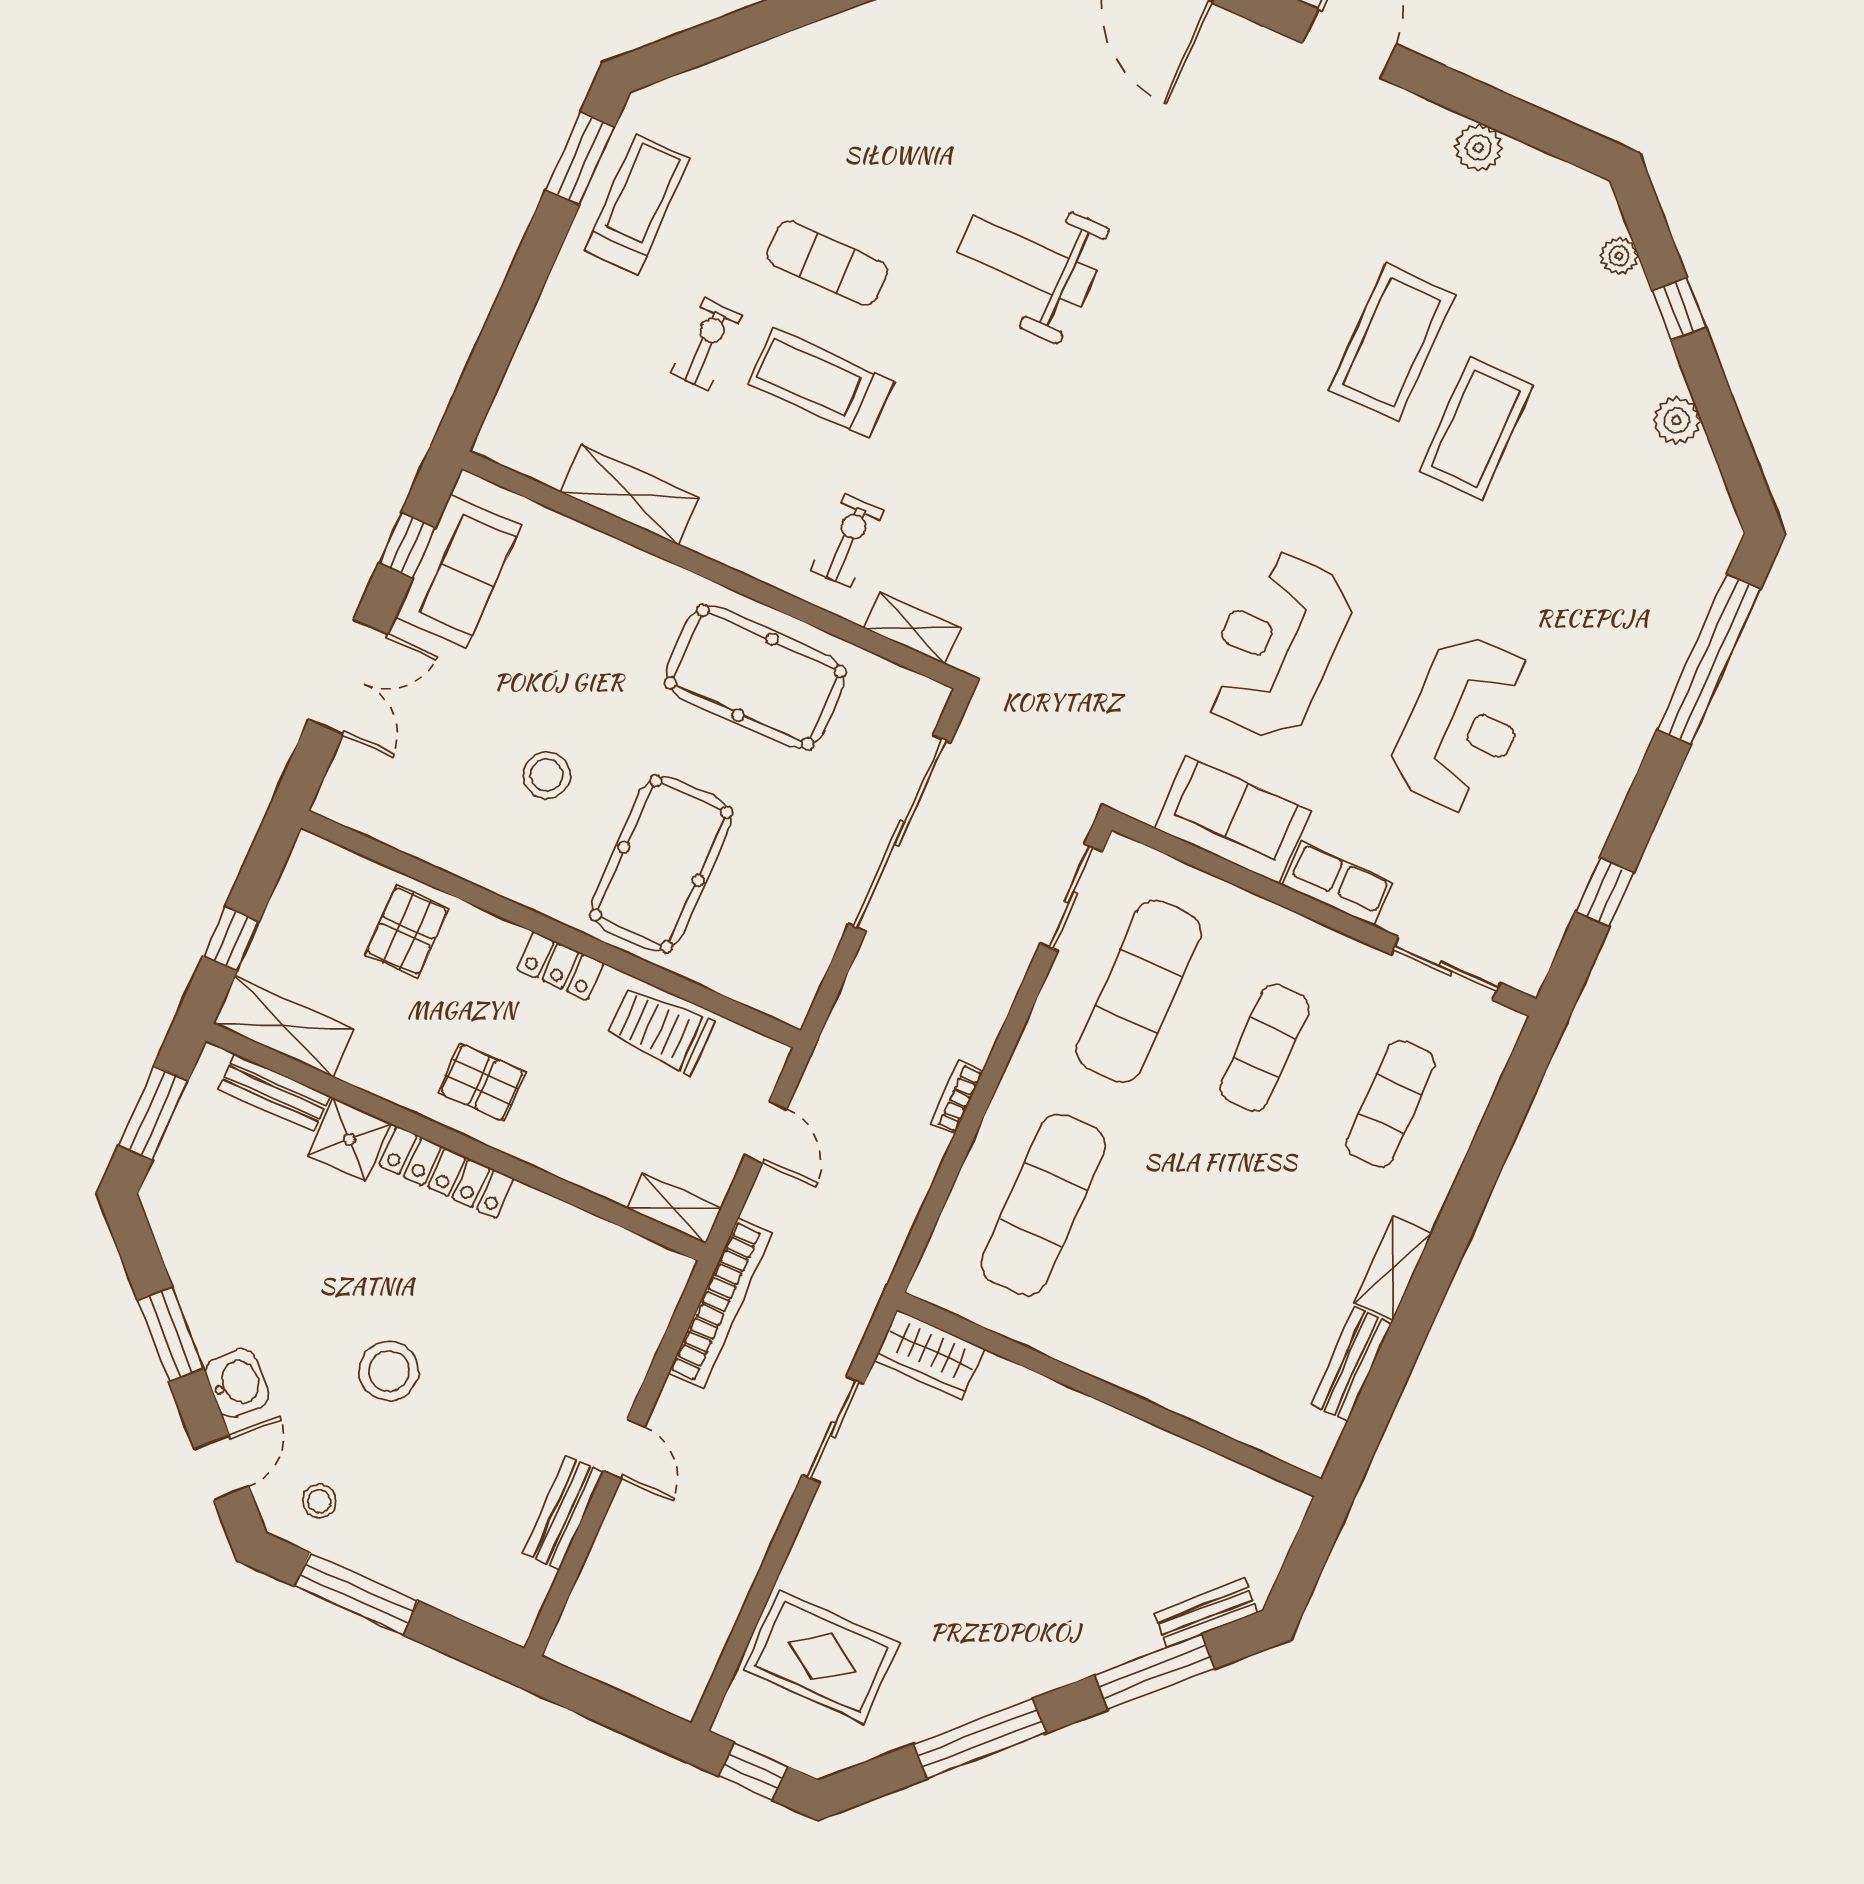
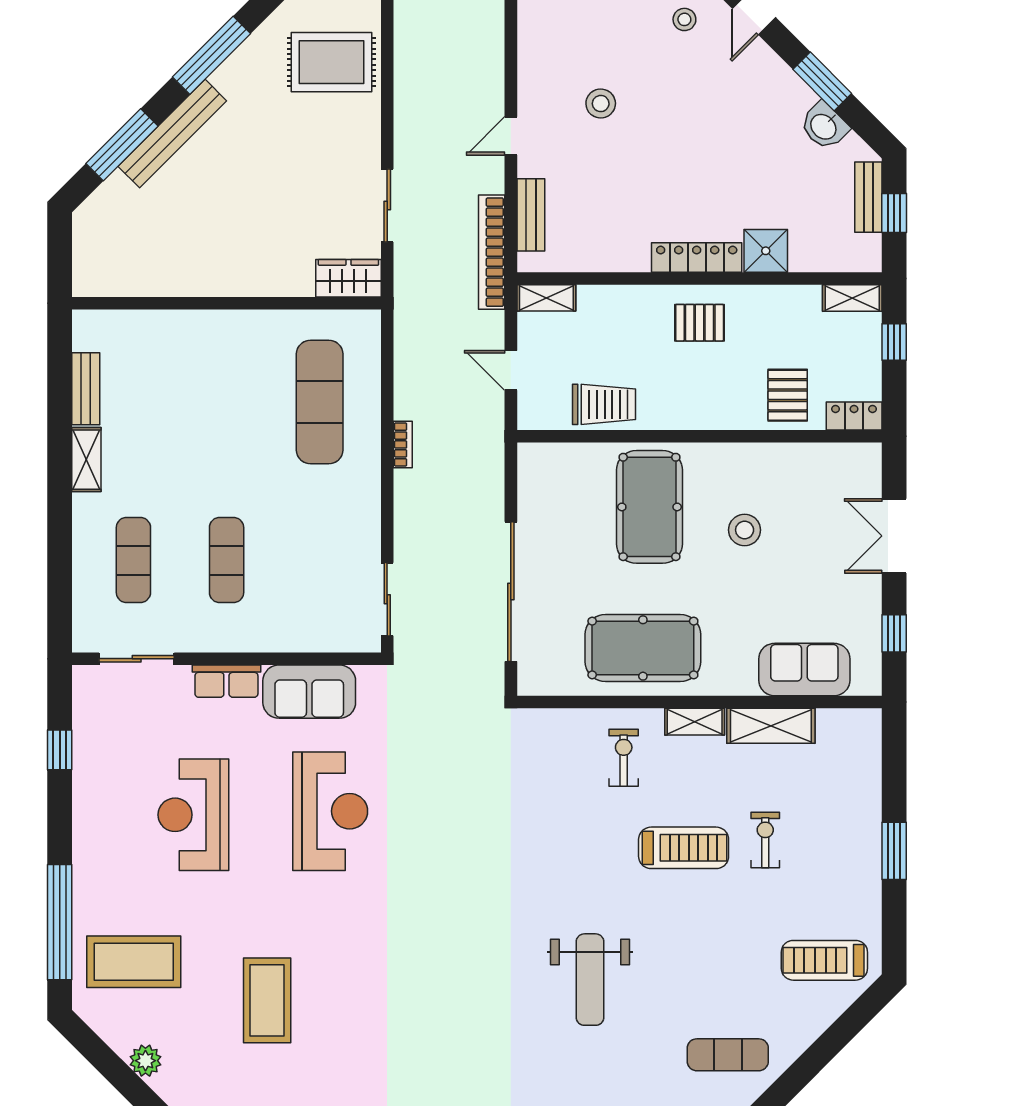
window: (580, 159) -> (894, 851), moved
treadmill: (637, 205) -> (824, 960), moved, turned 90
weight bench: (1027, 261) -> (590, 980), turned 90
exercise mat: (827, 263) -> (728, 1055), moved
coffee table: (1392, 342) -> (134, 962), moved, turned 90
exercise bike: (706, 344) -> (765, 840), turned 180
exercise bike: (847, 541) -> (624, 758), turned 180
sofa: (458, 571) -> (804, 670), moved, turned 90
shelving: (912, 628) -> (695, 722), moved
locker: (560, 966) -> (854, 416), moved
exercise mat: (1139, 991) -> (320, 560), removed
shelving: (284, 1026) -> (852, 298), width x0.67, depth x0.75
bench: (274, 1093) -> (868, 197), moved, turned 90
window: (153, 1113) -> (894, 213), width x0.67
stool: (389, 1371) -> (601, 104), moved, width x0.73, depth x0.73
washbasin: (237, 1383) -> (824, 126), moved
door: (624, 1449) -> (511, 136), hinge flipped
bench: (563, 1513) -> (531, 215), moved
bench: (1206, 1613) -> (172, 134), moved, width x1.86, depth x1.21

